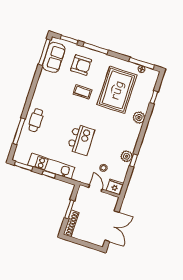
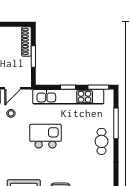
kitchen island: (81, 140) -> (46, 136), turned 90
kitchen unit: (51, 166) -> (68, 97), width x1.36
door: (95, 188) -> (13, 88), hinge flipped

